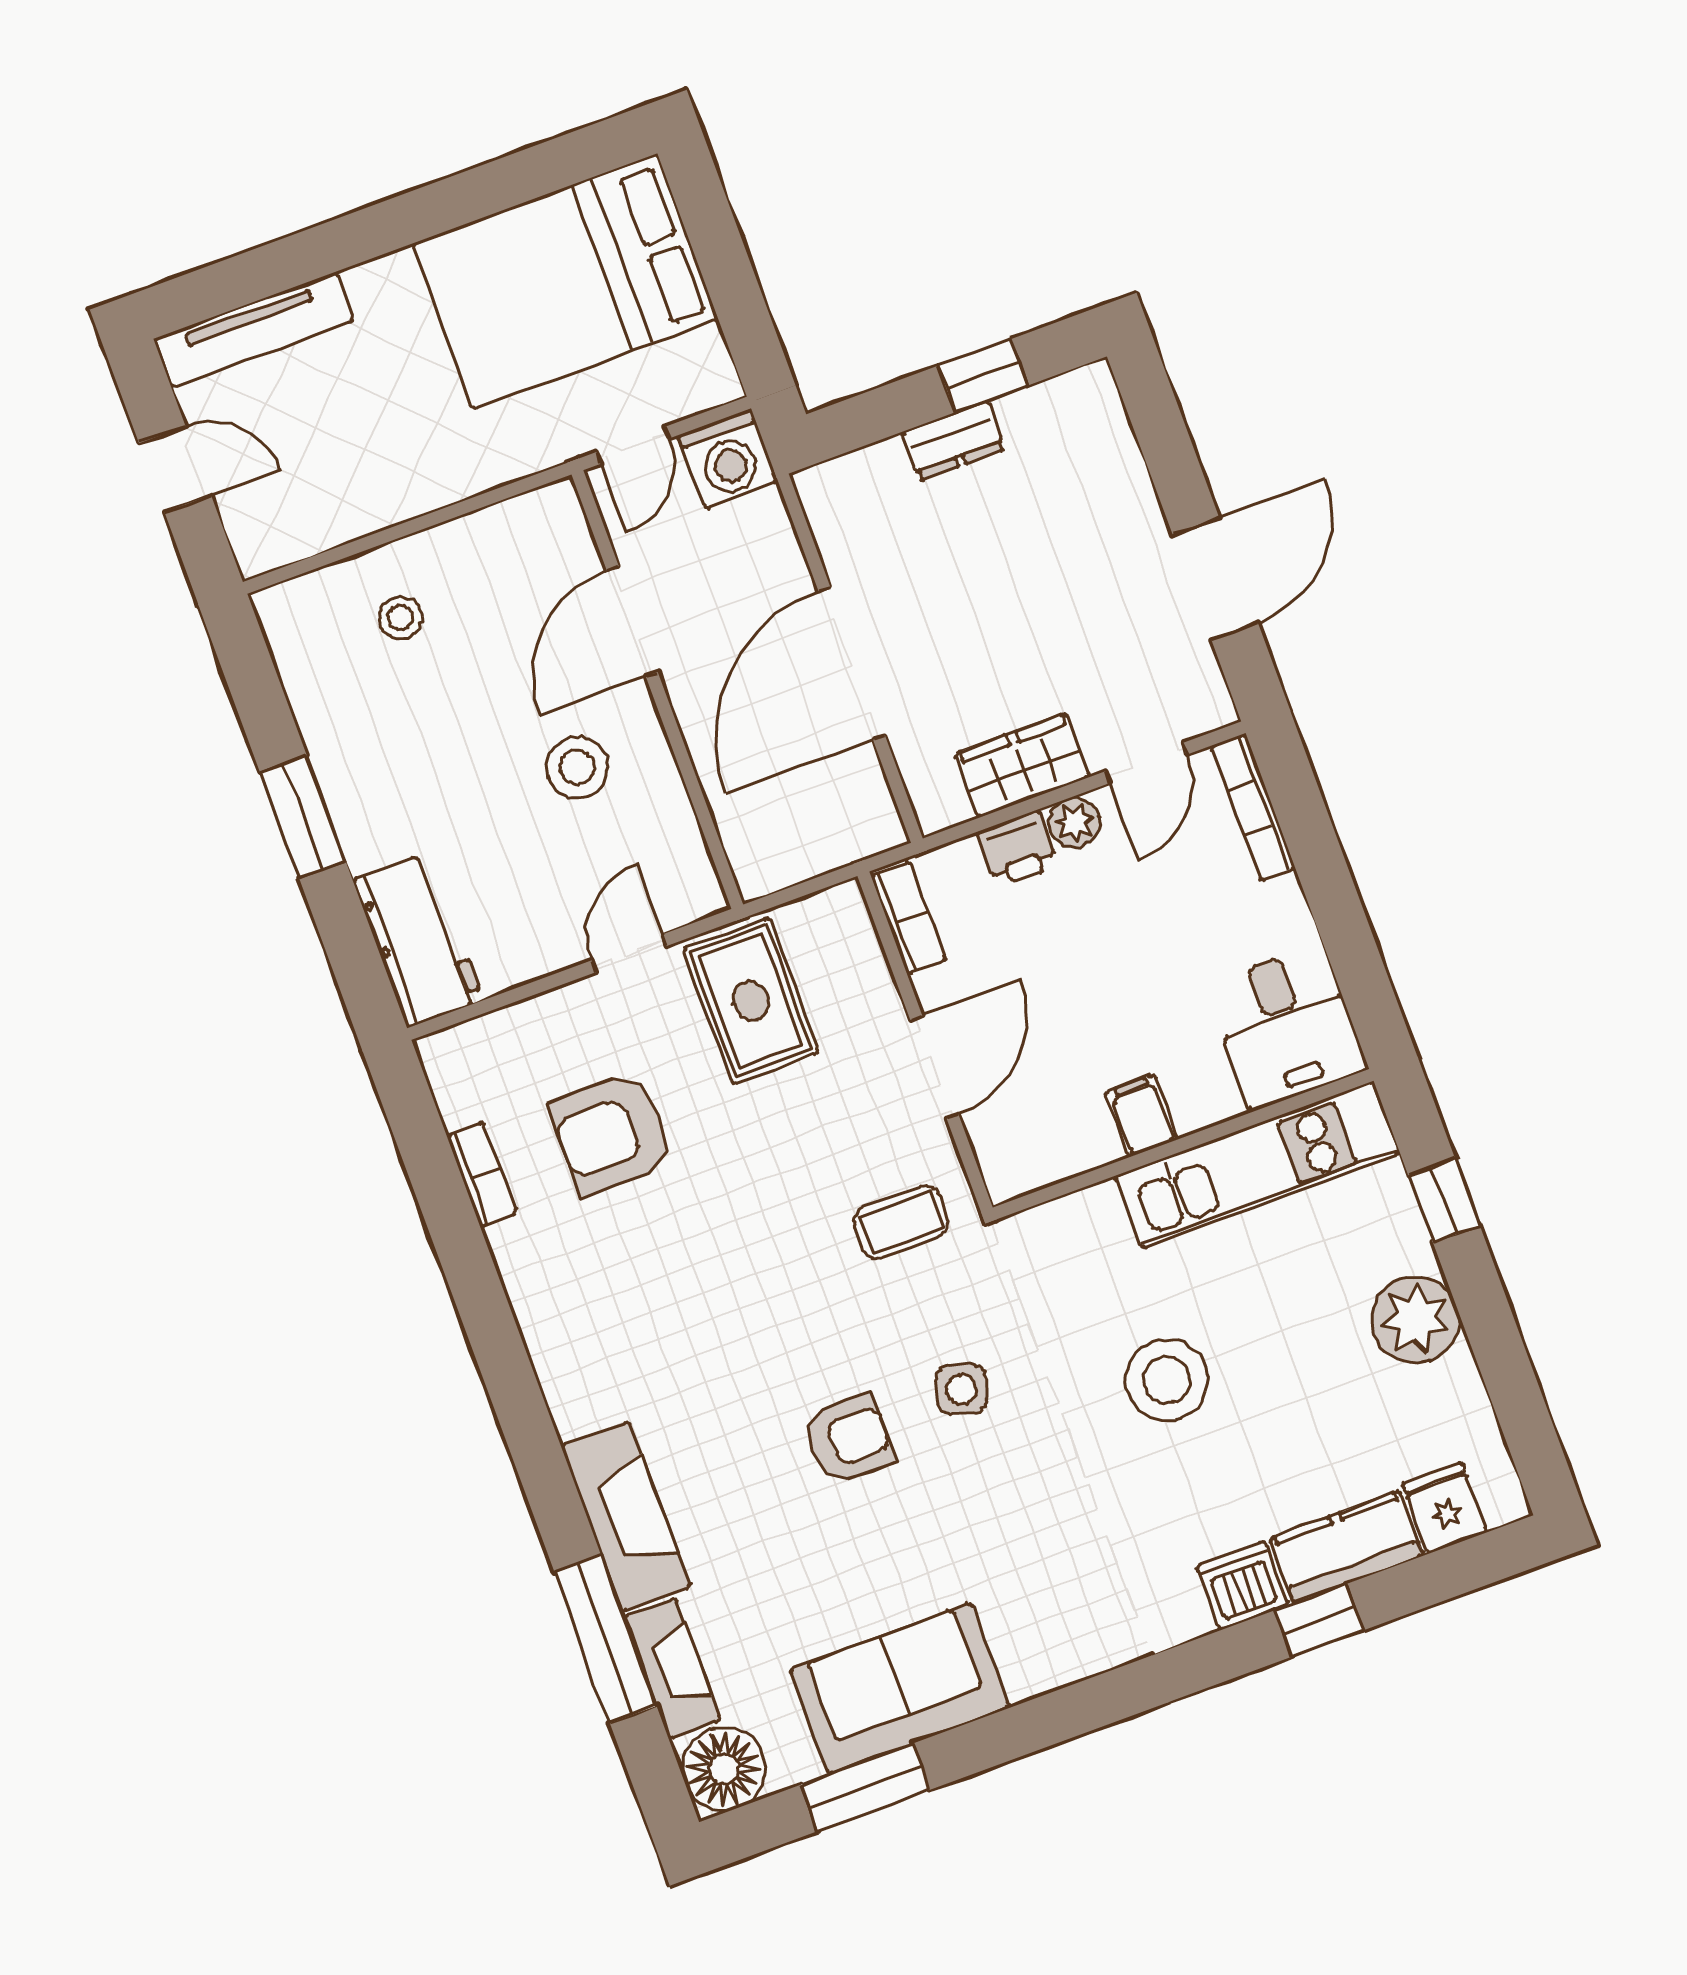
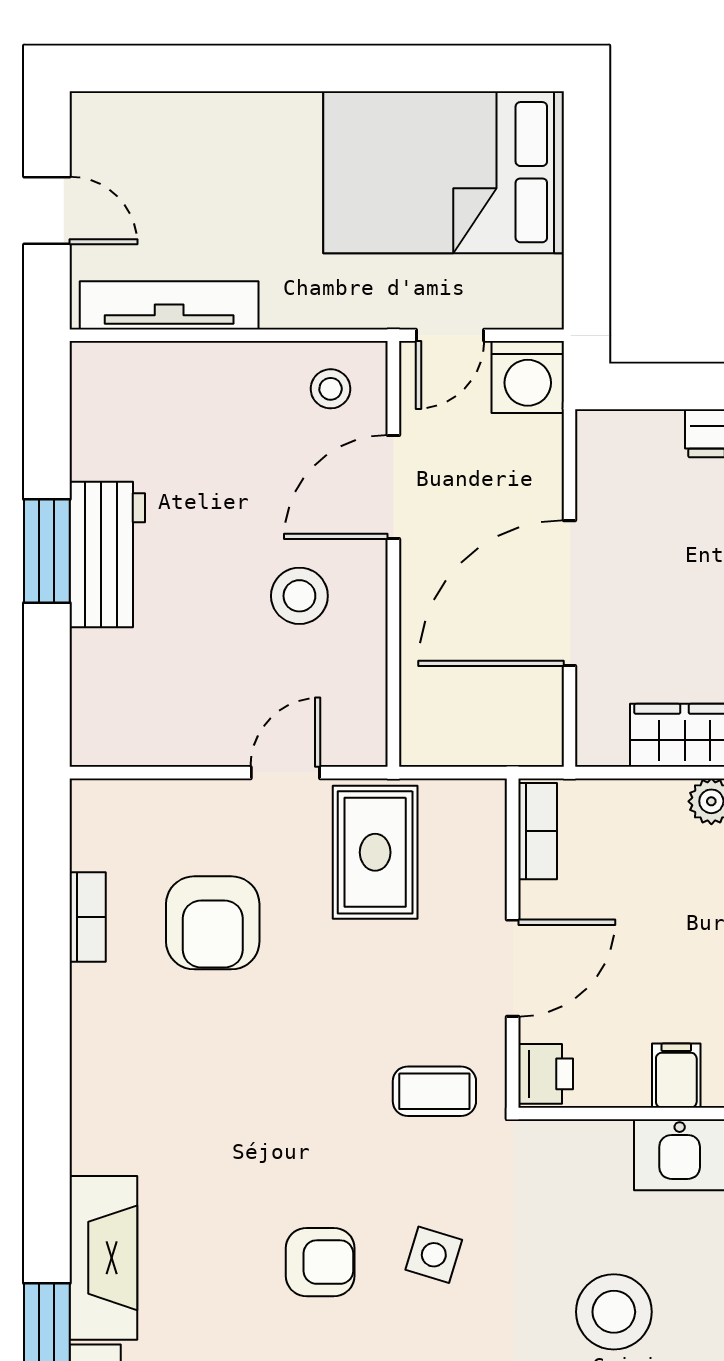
tv unit: (253, 330) -> (169, 305), moved, turned 180
stool: (401, 618) -> (331, 389), moved
printer: (1017, 848) -> (546, 1074), moved, turned -90
workbench: (418, 940) -> (107, 554), moved
armchair: (612, 1134) -> (213, 923), turned -90

